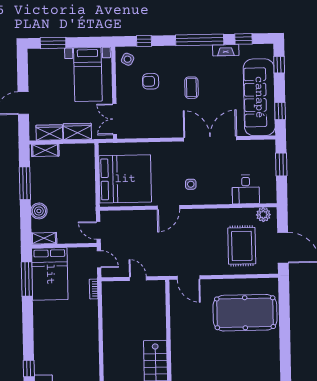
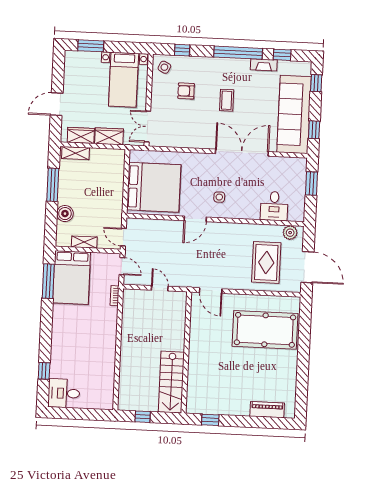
shelving: (44, 238) -> (84, 242), moved

